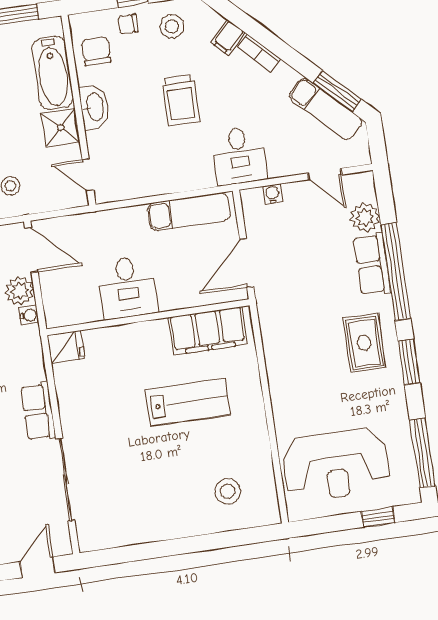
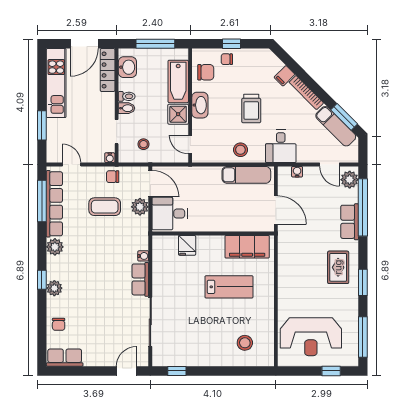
stool: (172, 26) -> (240, 150), moved
chair: (96, 51) -> (206, 72), turned 90
bookcase: (259, 53) -> (306, 93), width x1.56
plant: (365, 217) -> (350, 180), moved
door: (247, 263) -> (276, 210), swing flipped
window: (396, 271) -> (363, 207), moved
desk: (127, 287) -> (170, 214), moved, turned 90
water cooler: (29, 315) -> (143, 256), moved
fridge: (66, 347) -> (187, 245), moved, turned 90
window: (122, 555) -> (177, 371), added

